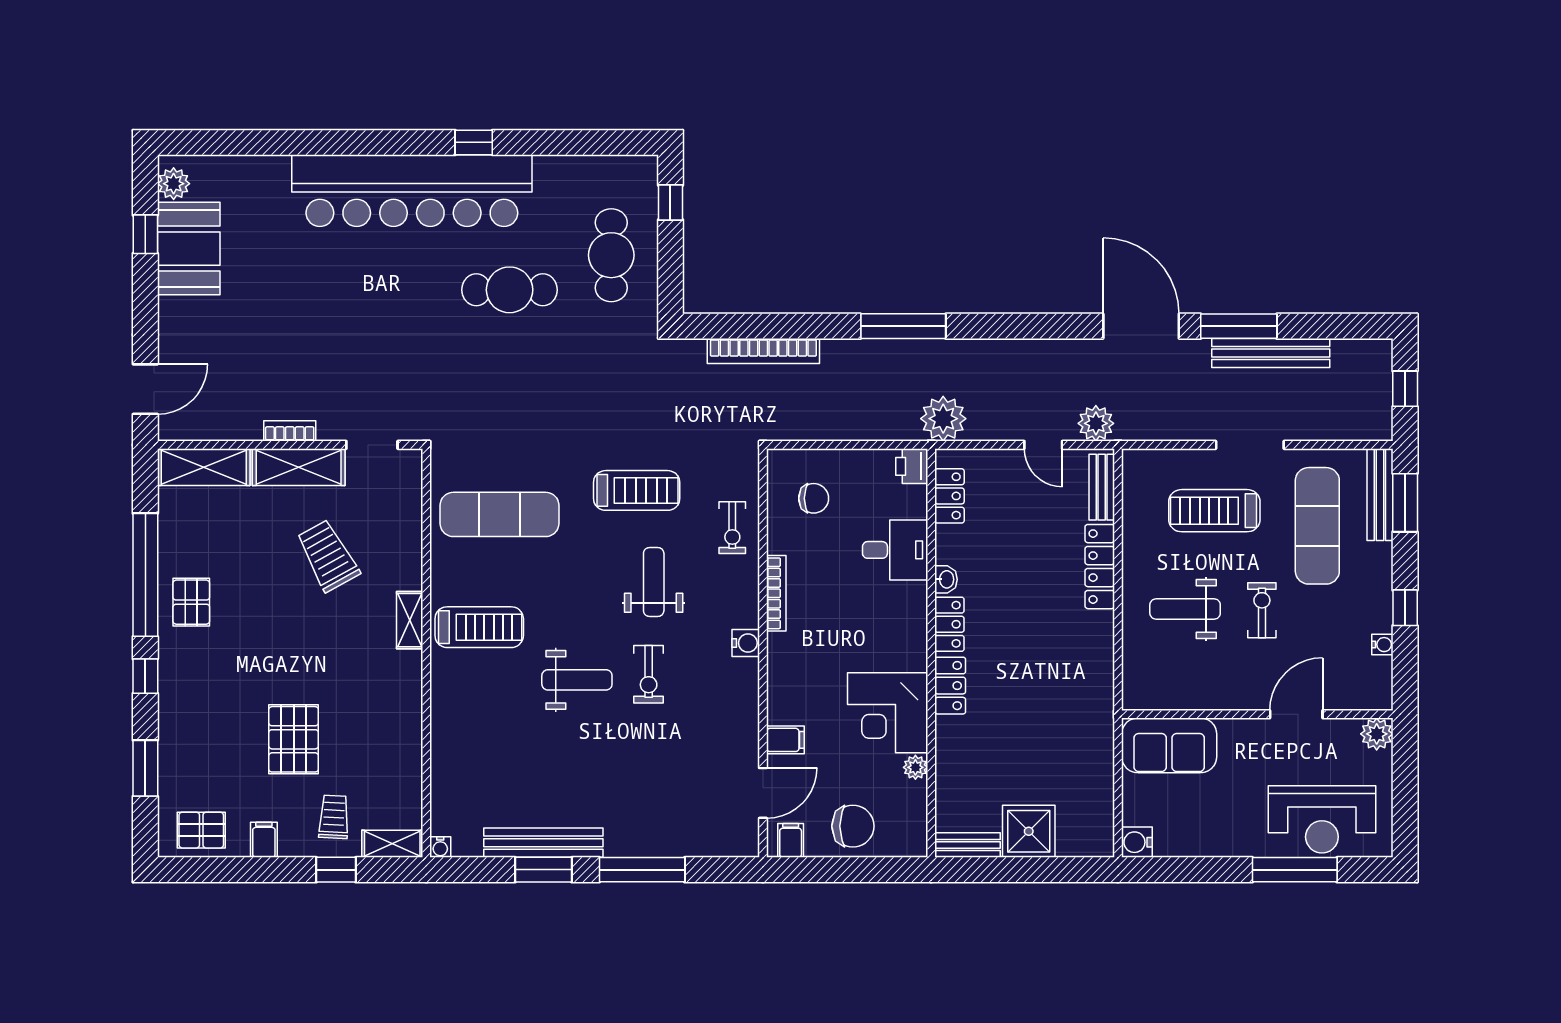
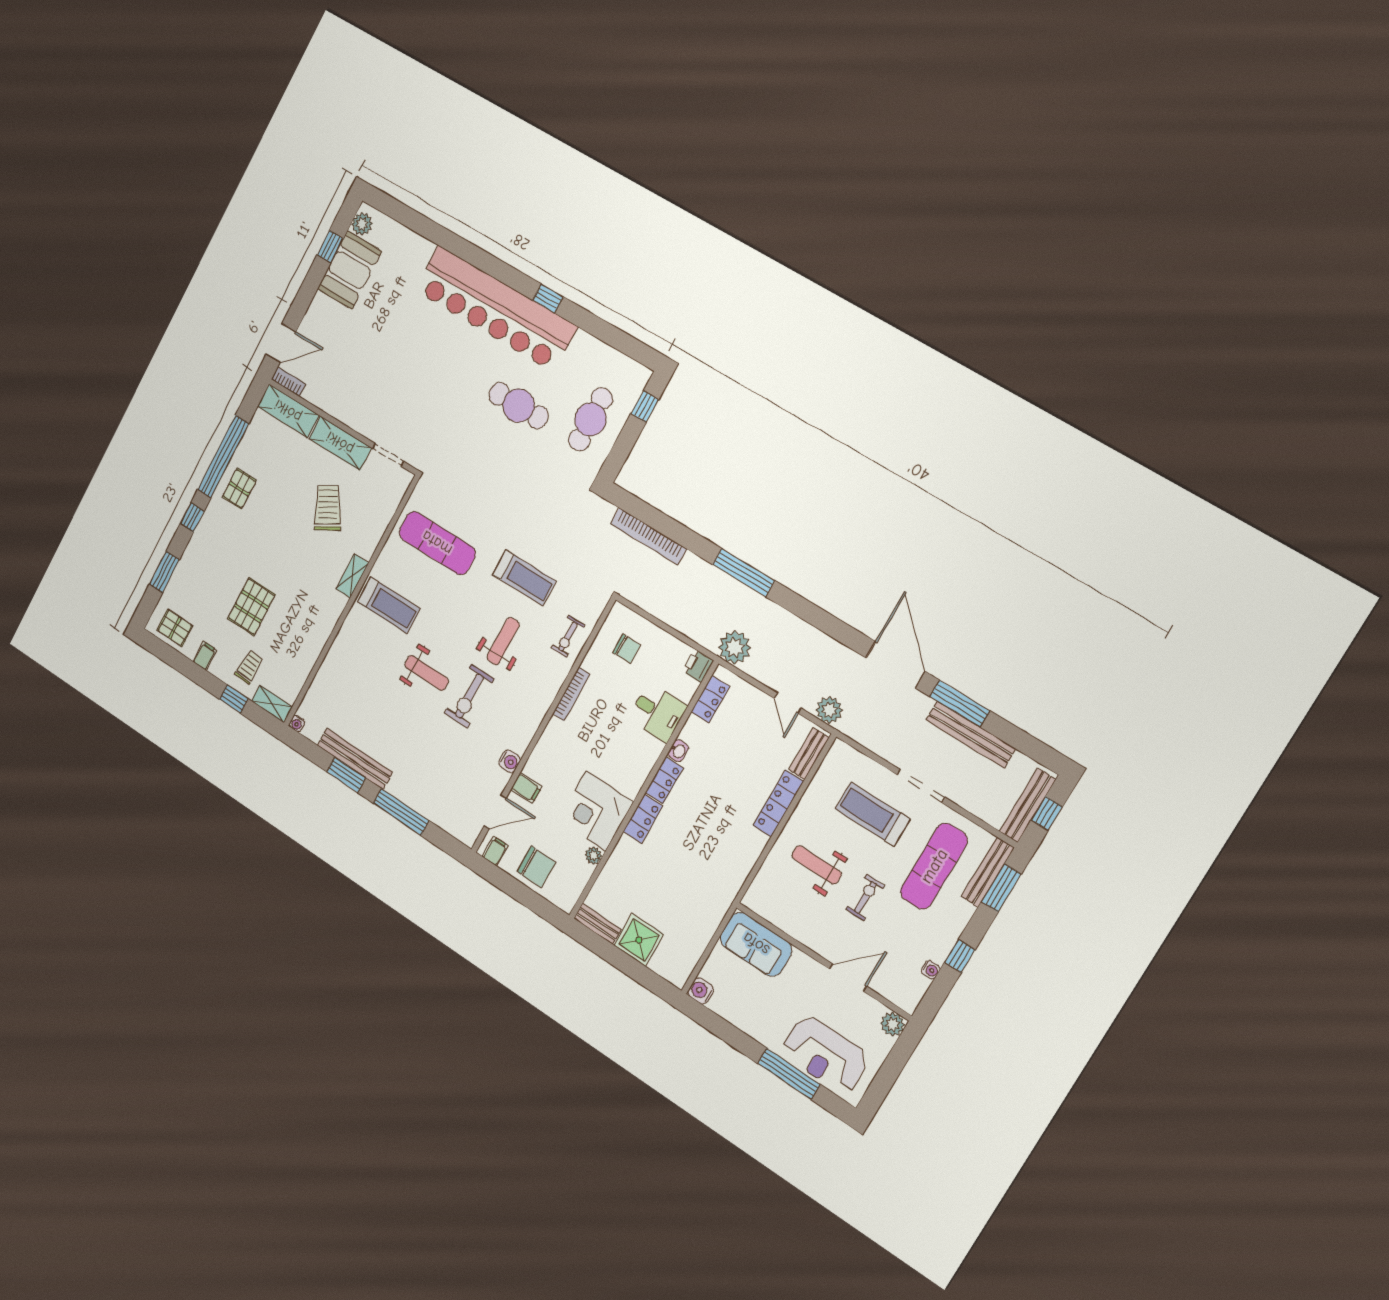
bench: (1379, 393) -> (1028, 805), added
bookcase: (290, 431) -> (288, 382), moved
water cooler: (746, 643) -> (510, 761), moved
exercise bike: (649, 674) -> (469, 696), width x1.38, depth x1.39

